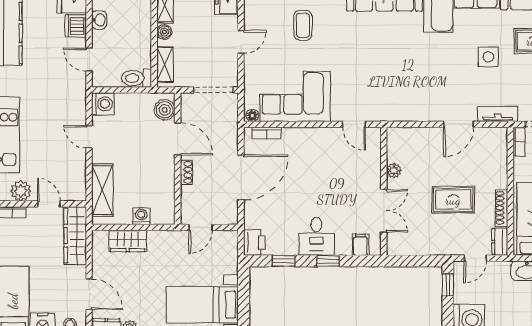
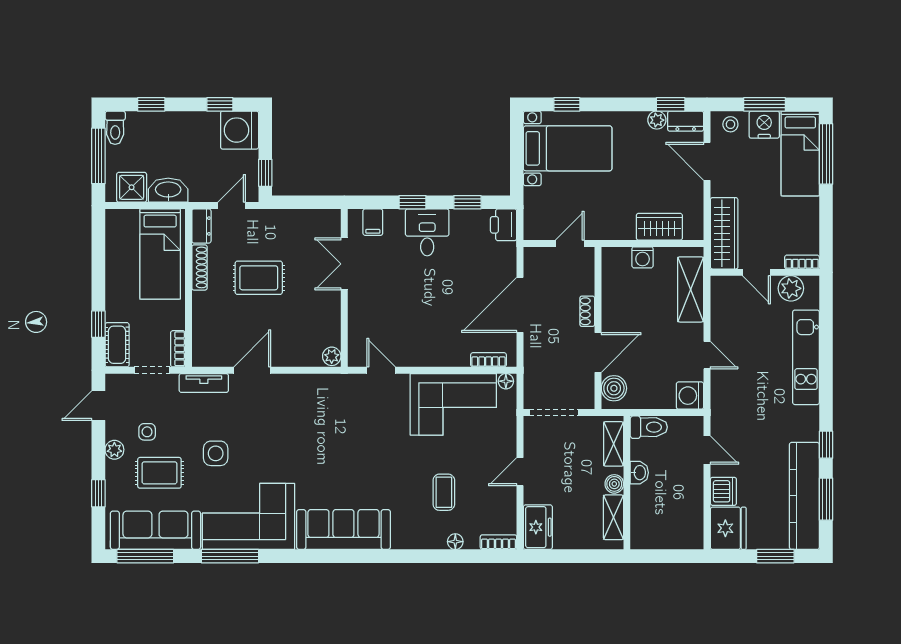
washbasin: (99, 20) -> (639, 473), moved, turned 180
door: (178, 139) -> (598, 352), swing flipped
plant: (394, 170) -> (332, 356), moved

